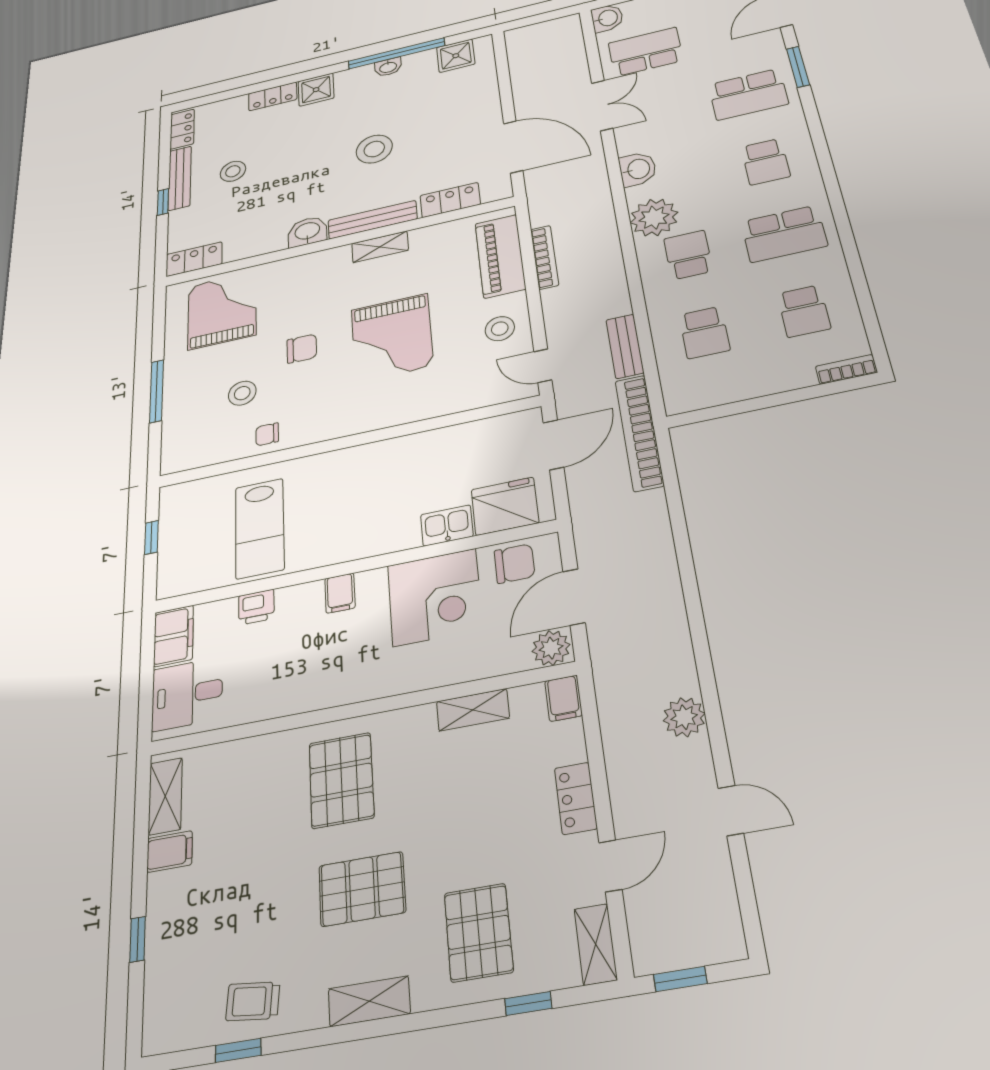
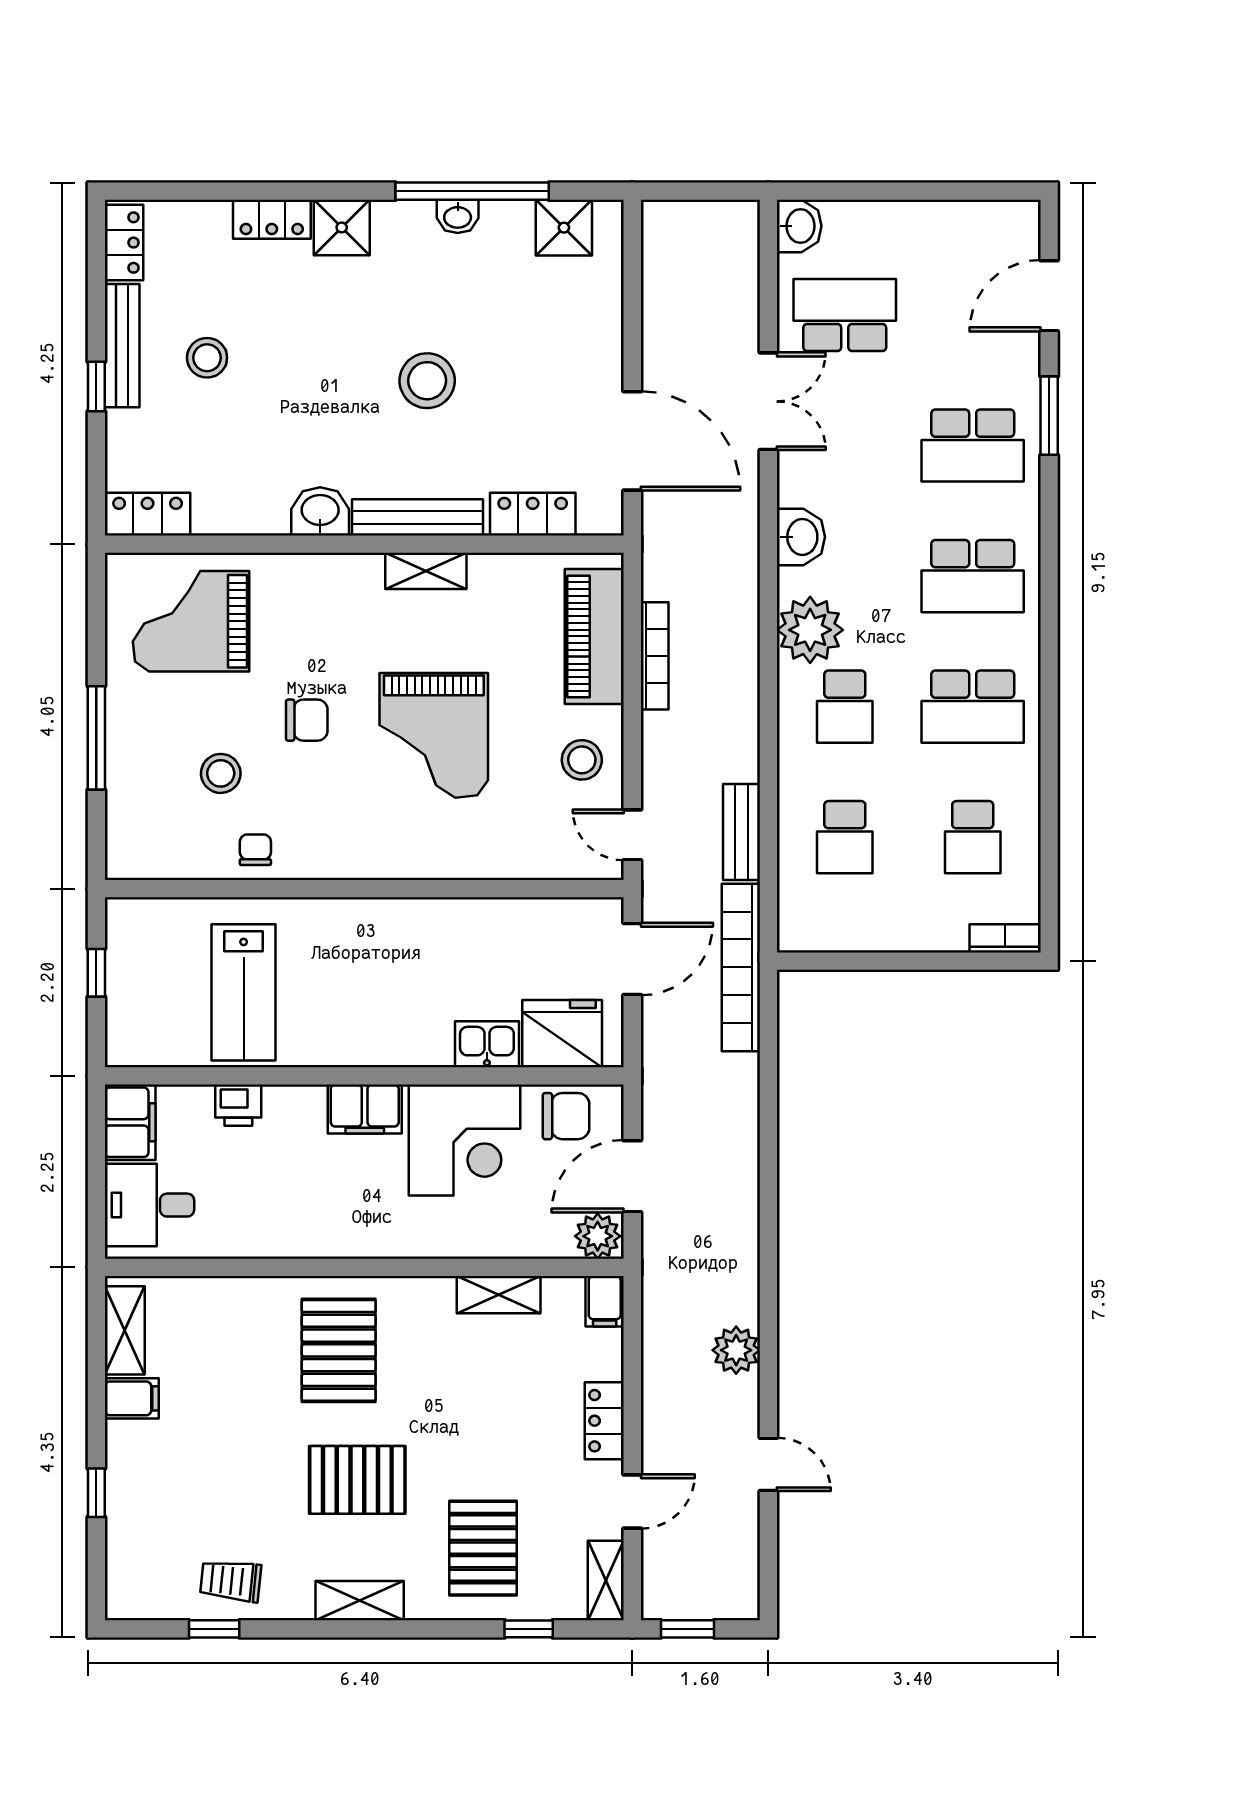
school desk: (765, 162) -> (973, 576), width x1.85
school desk: (688, 255) -> (845, 707), turned 180
grand piano: (222, 310) -> (191, 621), turned -90
chair: (267, 434) -> (255, 850), turned 90
filing cabinet: (340, 593) -> (365, 1109), width x2.00

